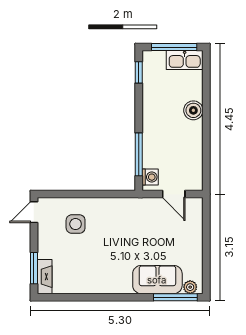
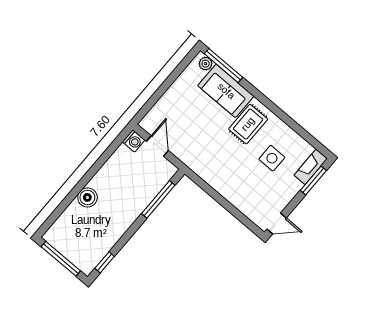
kitchen sink: (185, 60) -> (61, 242), removed
washing machine: (150, 177) -> (134, 141), moved, turned 180
side table: (76, 224) -> (272, 158), moved
rug: (119, 269) -> (248, 124), added

